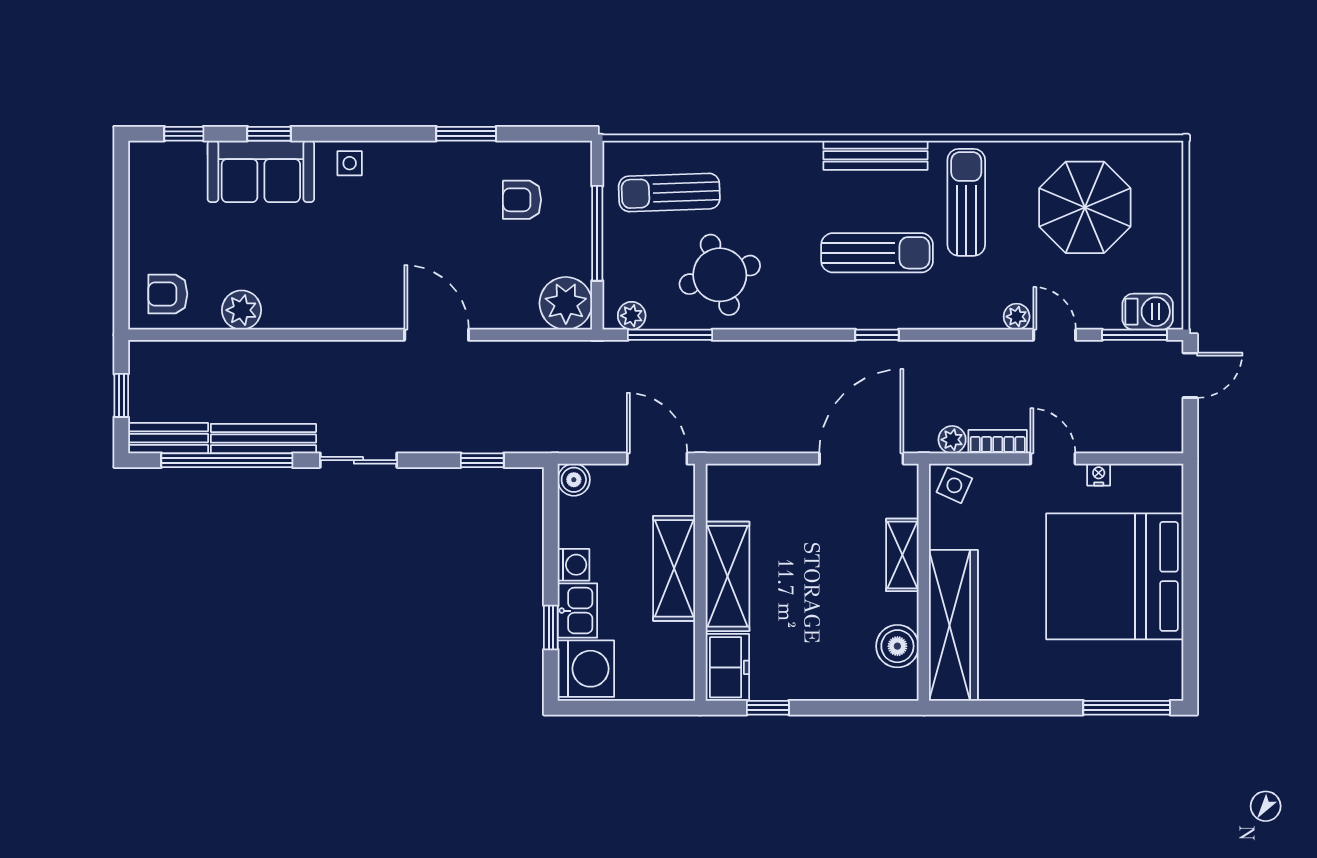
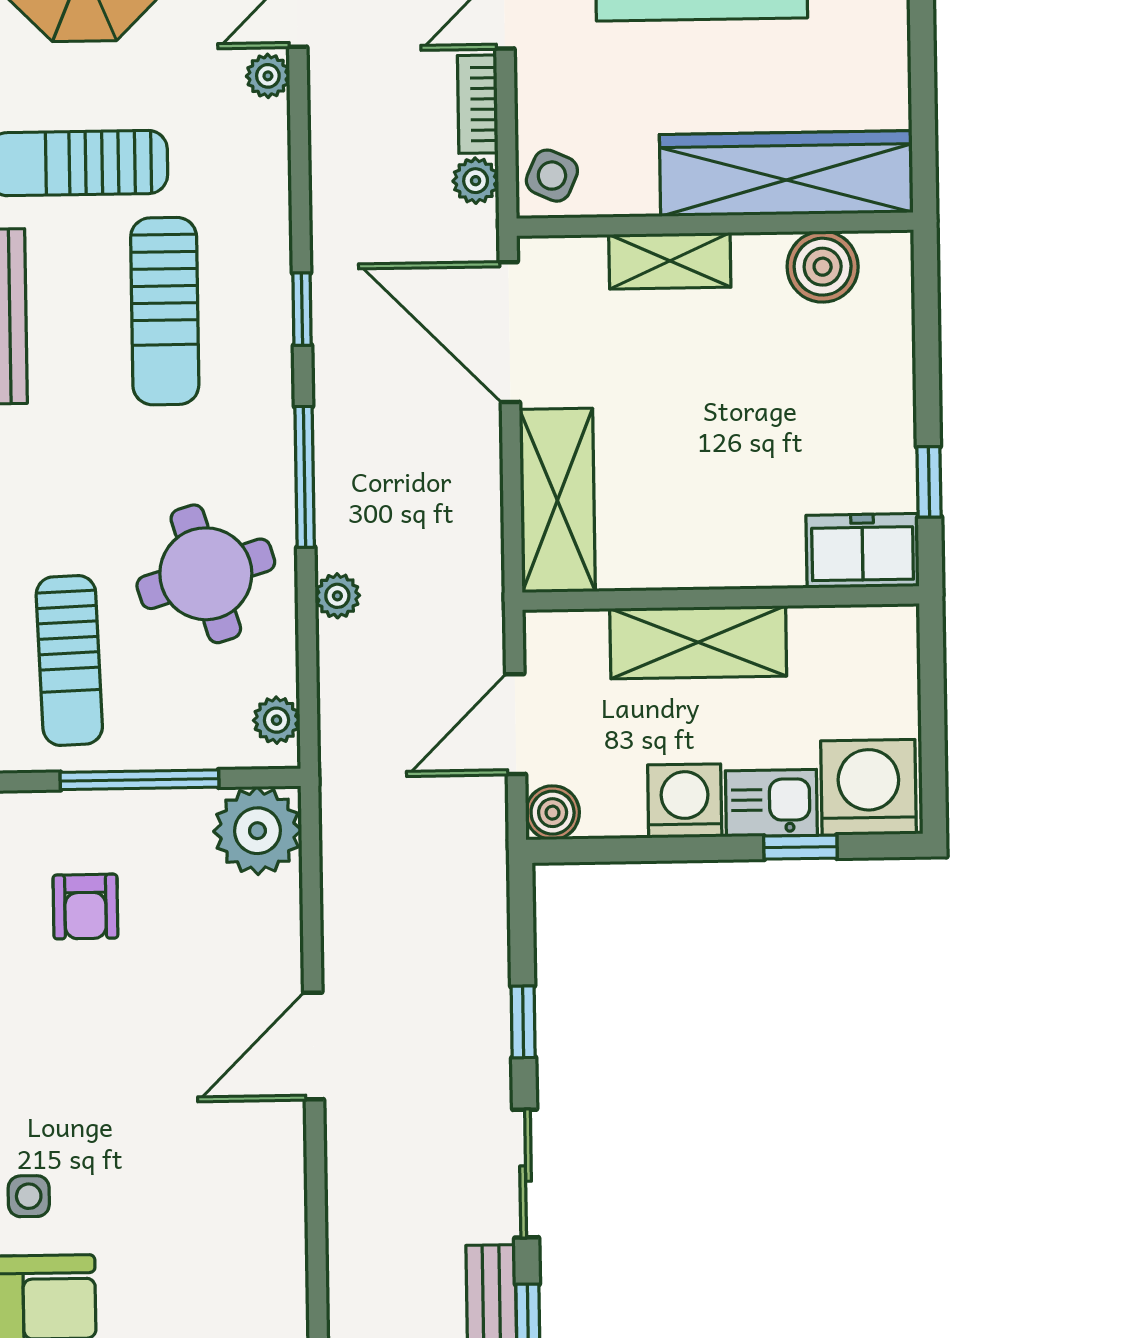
sun lounger: (877, 253) -> (165, 311), turned 180
window: (670, 335) -> (305, 477), moved
plant: (705, 353) -> (337, 596), added
door: (657, 458) -> (516, 724), moved
window: (482, 460) -> (523, 1022), moved
washing machine: (574, 565) -> (685, 801), width x1.38, depth x1.38
shelving: (727, 576) -> (557, 500), moved, turned 90

